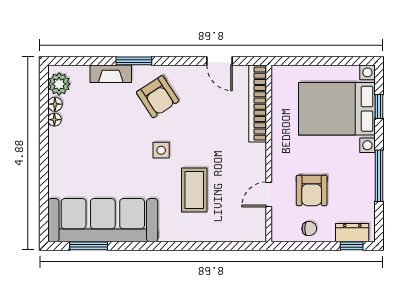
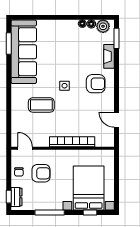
window: (134, 61) -> (116, 38), moved
door: (220, 61) -> (116, 120), hinge flipped
armchair: (158, 97) -> (96, 84), turned -147
bookcase: (258, 104) -> (72, 142), moved
armchair: (312, 191) -> (41, 173), turned 180
door: (269, 194) -> (25, 148), moved

